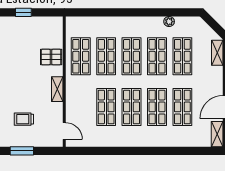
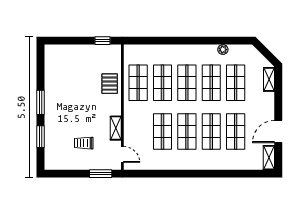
window: (23, 12) -> (103, 41), moved
pallet: (51, 57) -> (110, 84), turned 90
shelving: (57, 89) -> (116, 128), moved
window: (22, 151) -> (101, 174), moved

